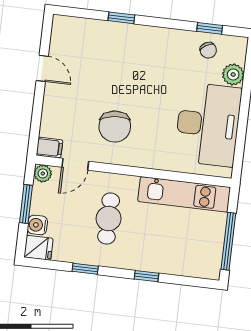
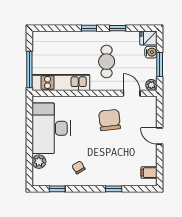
chair: (208, 50) -> (78, 167), moved
door: (42, 68) -> (160, 136), moved
filing cabinet: (49, 148) -> (149, 173), moved
door: (75, 164) -> (132, 93), hinge flipped
window: (228, 241) -> (29, 70), moved
window: (146, 276) -> (89, 28), moved

